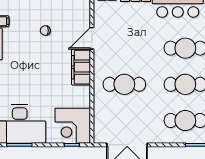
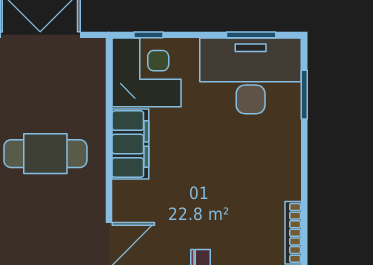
filing cabinet: (81, 67) -> (130, 144), moved

